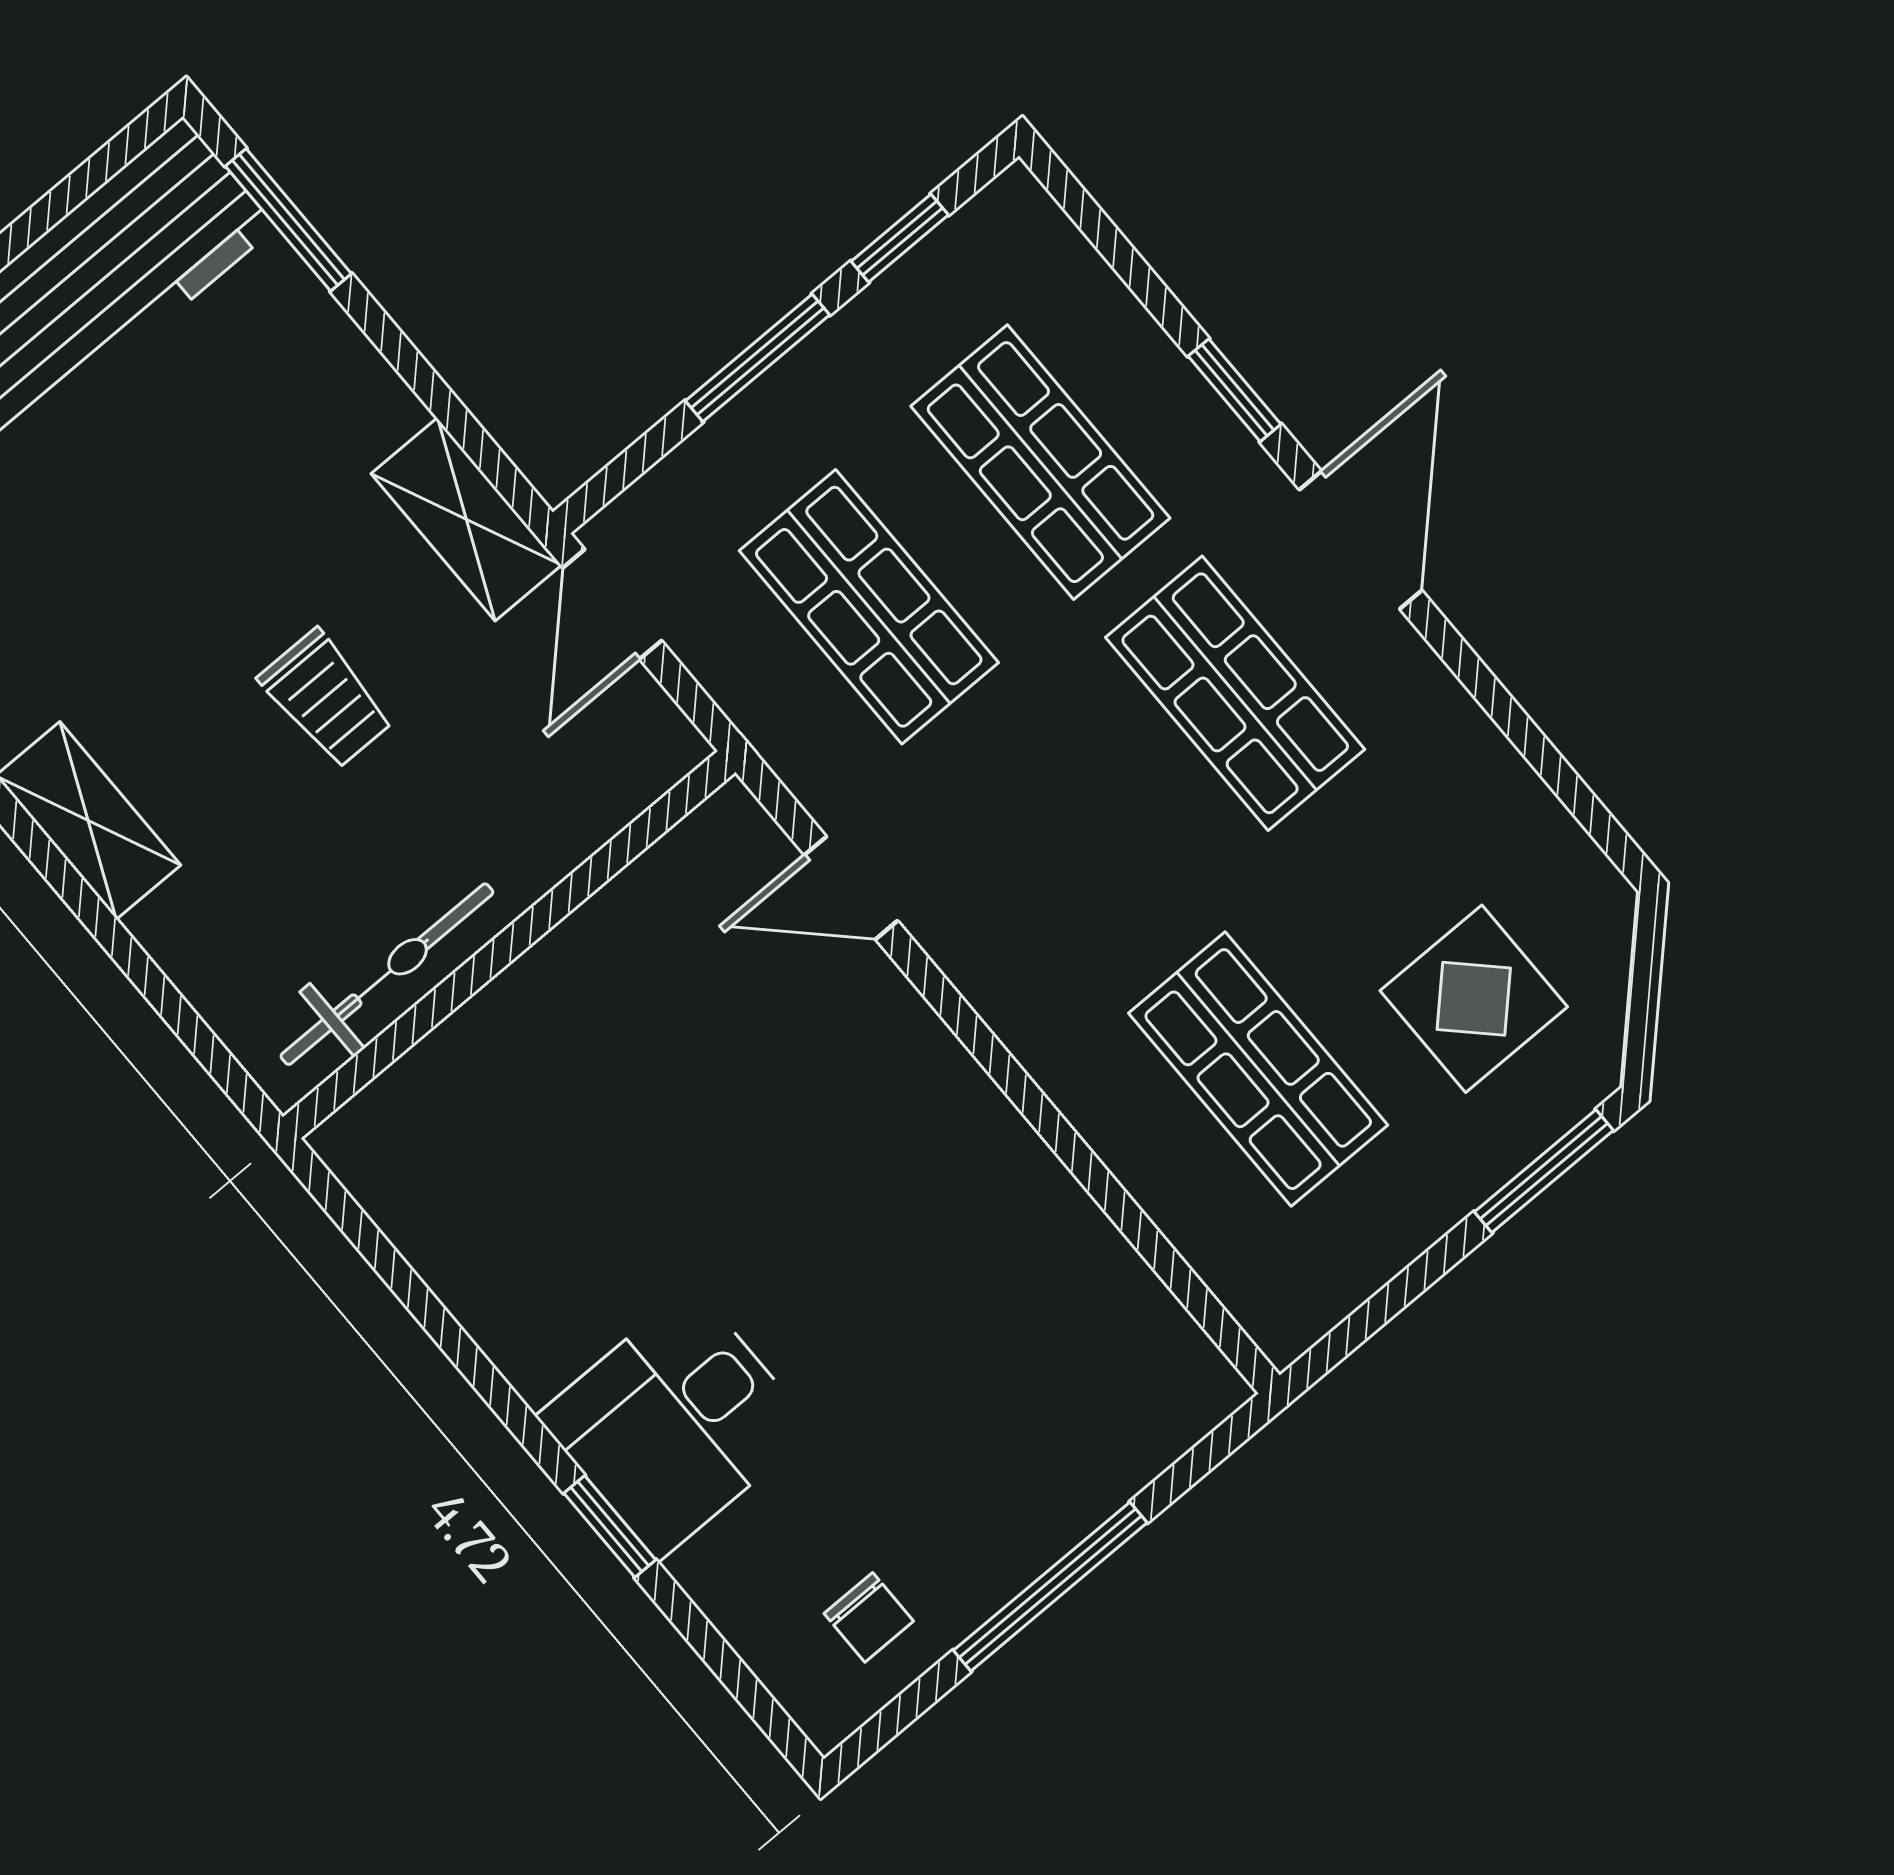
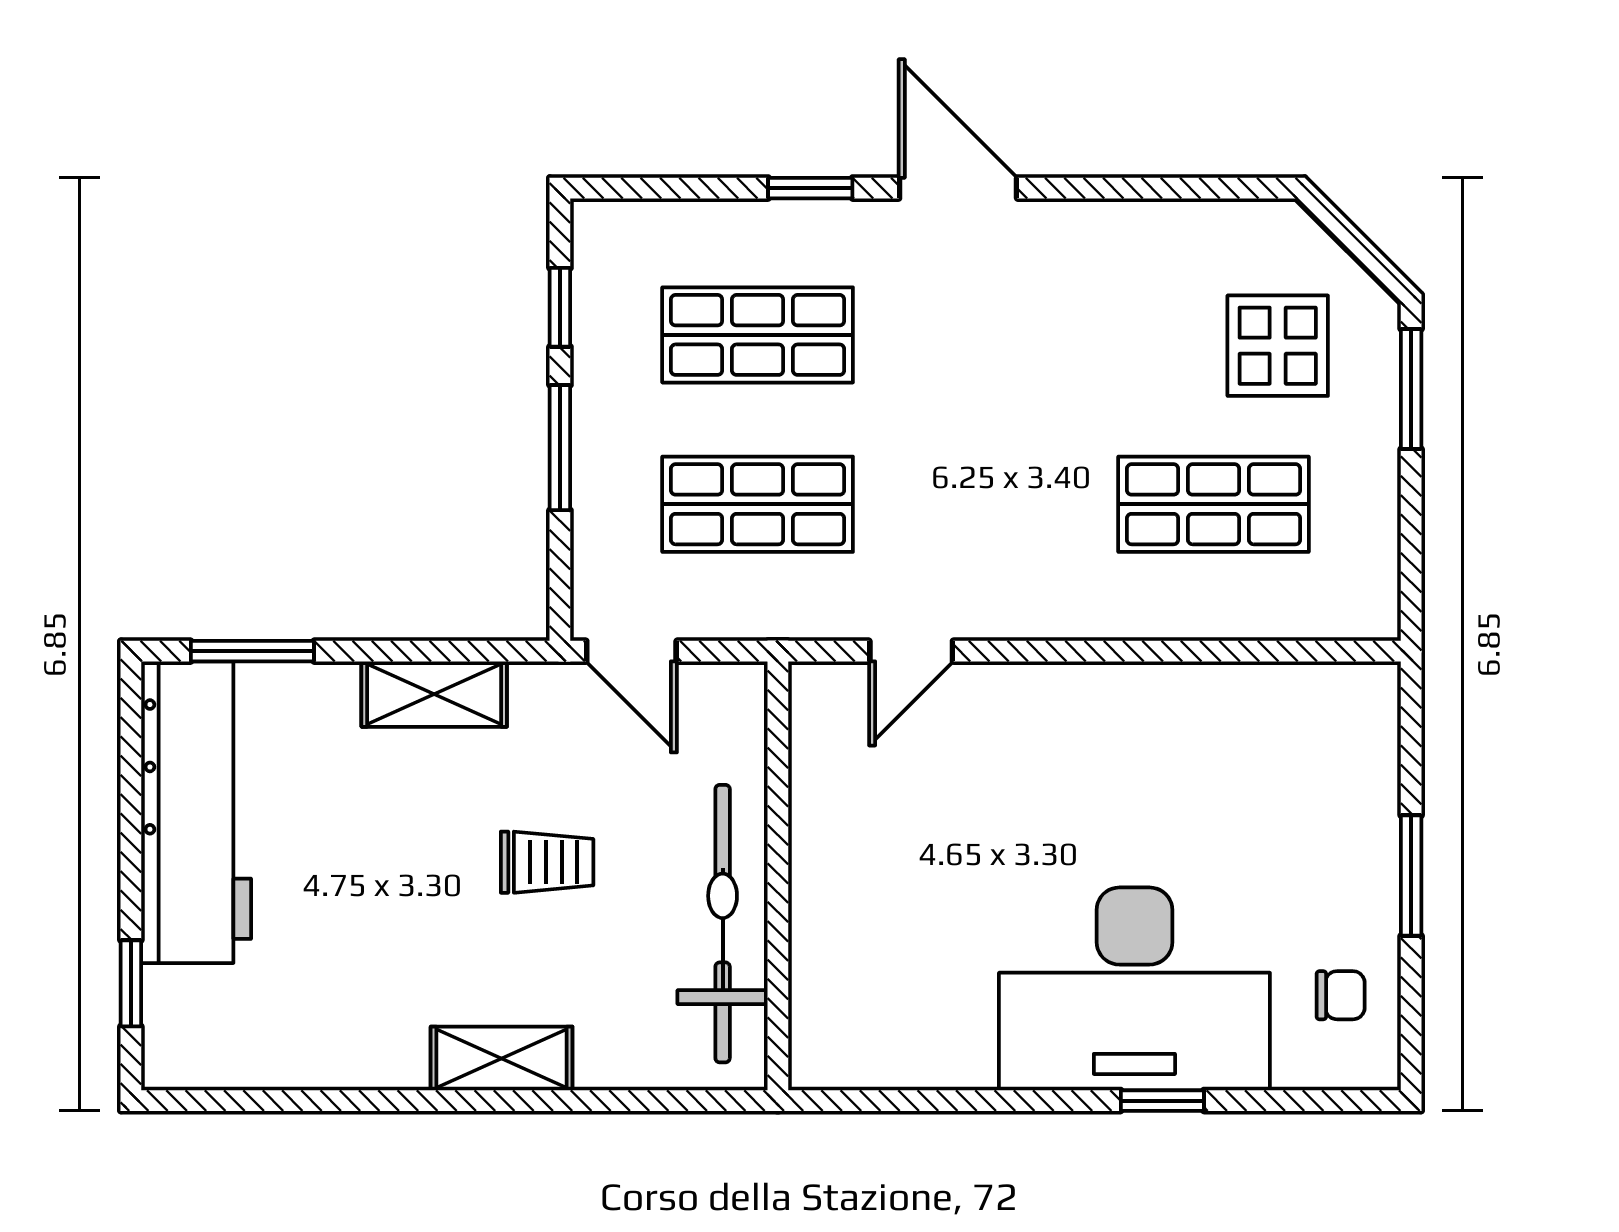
shelving: (466, 519) -> (434, 694), moved
shop shelf: (1235, 693) -> (986, 335), removed
bicycle: (387, 974) -> (723, 924), width x1.37, depth x1.40
desk: (675, 1423) -> (1134, 989), width x1.87, depth x1.30
window: (1050, 1587) -> (1411, 876), width x0.69

